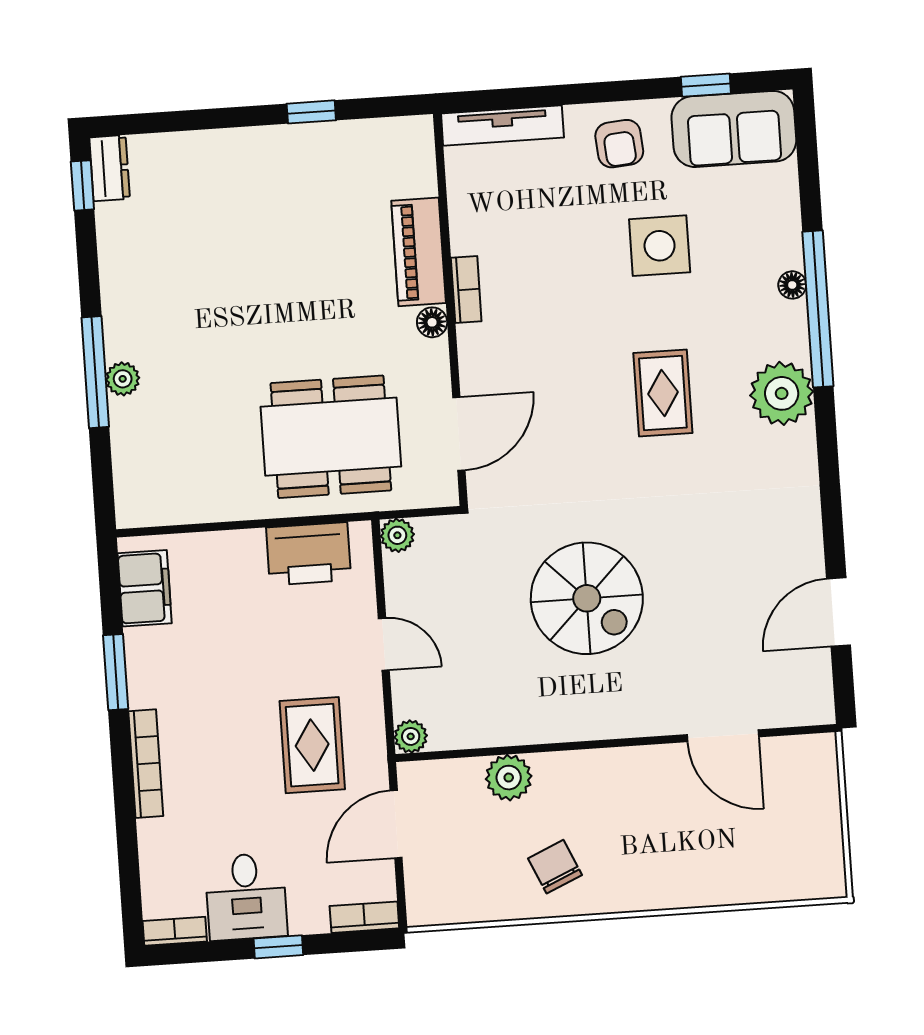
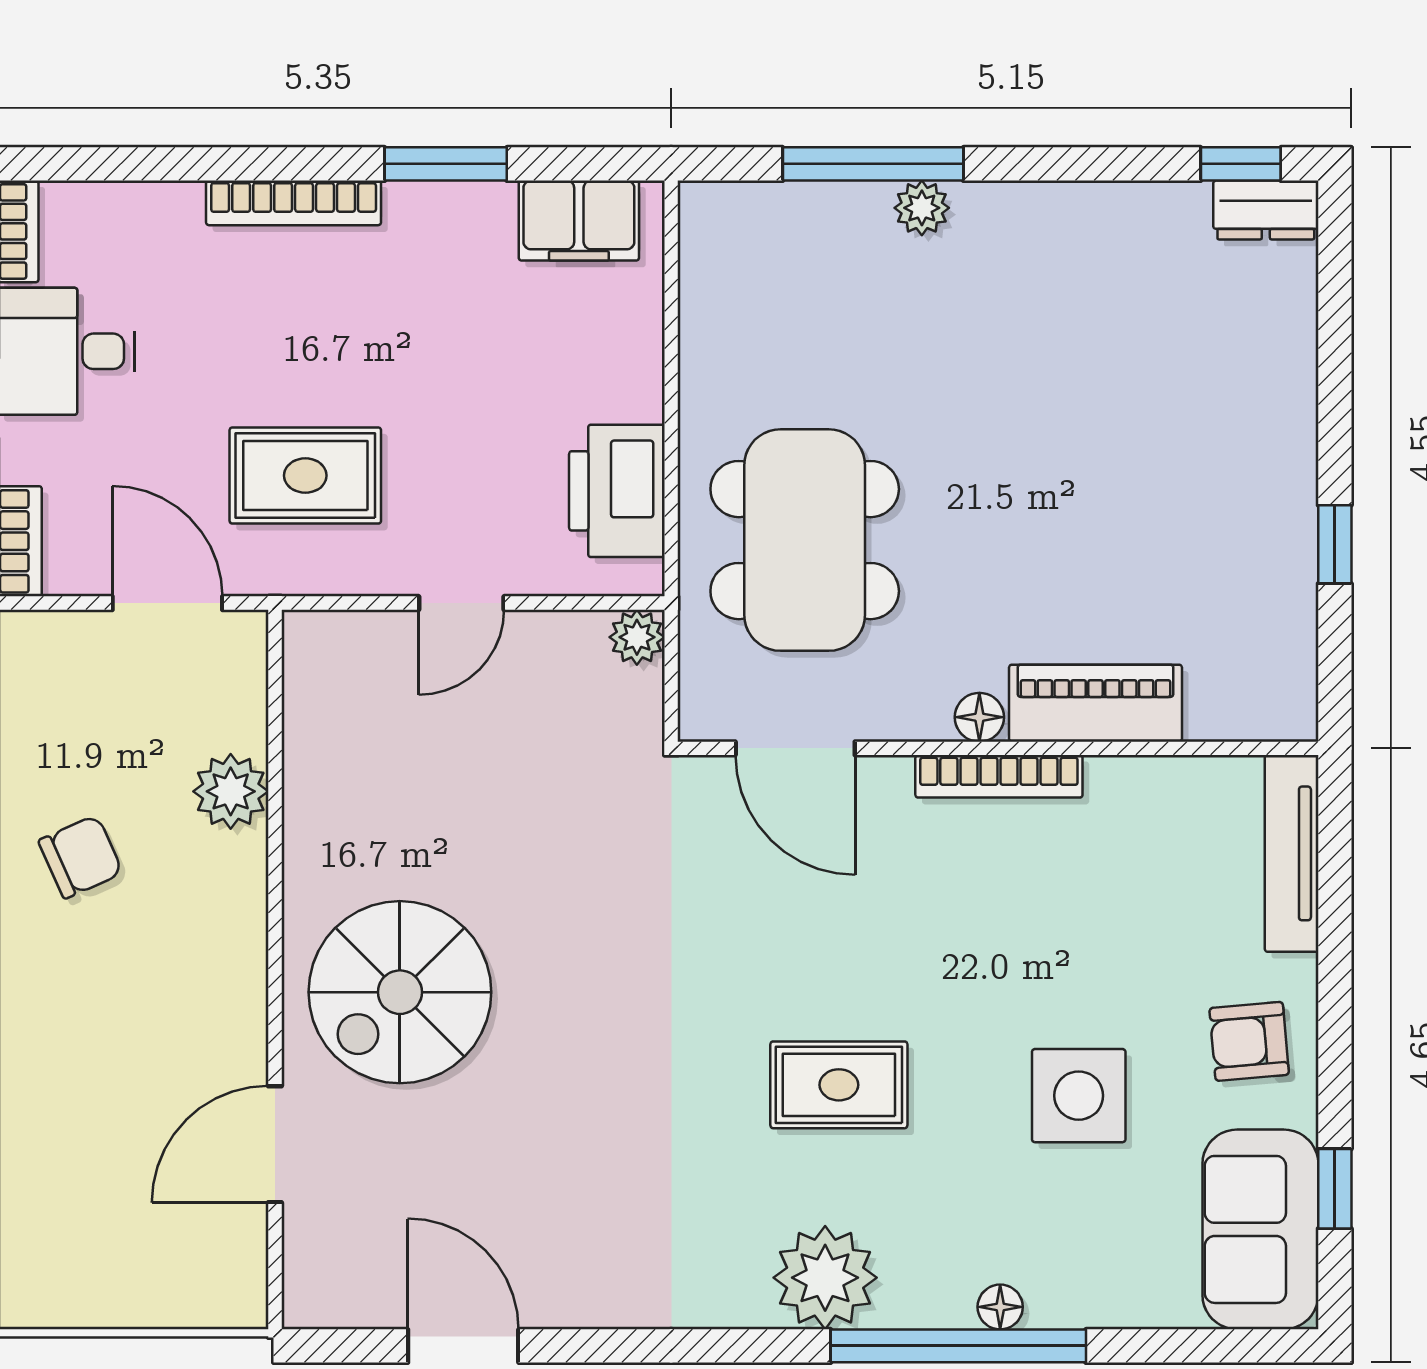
bookcase: (466, 289) -> (999, 776), width x1.56
window: (95, 372) -> (873, 164), moved
spiral stairs: (587, 598) -> (400, 992), moved
plant: (411, 736) -> (308, 637), removed

